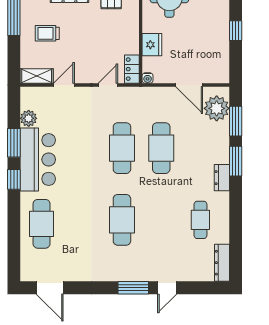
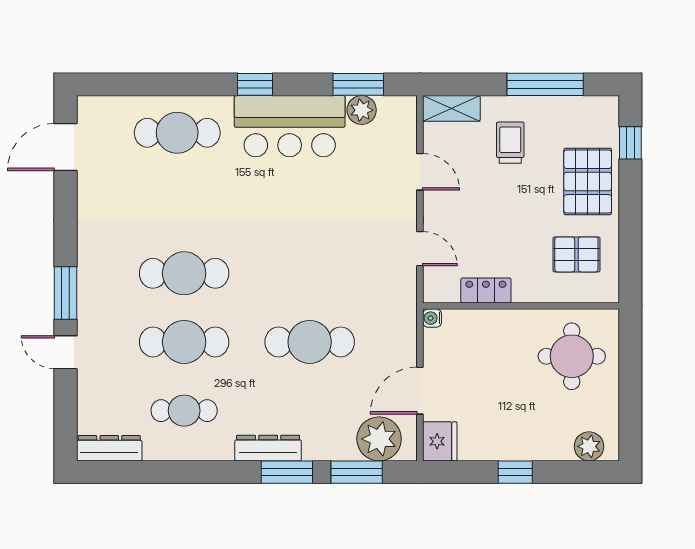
fridge: (152, 45) -> (440, 441), moved, turned -90
locker: (132, 69) -> (486, 291), moved
shelving: (37, 76) -> (451, 108), moved, turned 90
window: (14, 143) -> (358, 84), moved
cafe table: (122, 148) -> (184, 342), moved
dresser: (222, 178) -> (268, 448), width x1.44

